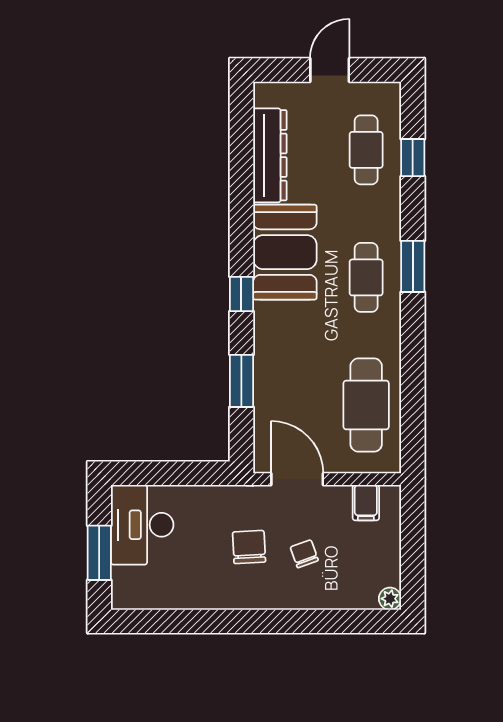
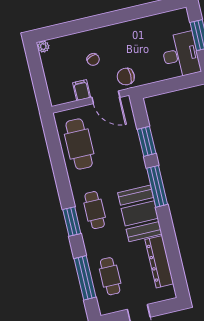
window: (413, 158) -> (85, 278), width x2.17
window: (241, 294) -> (157, 186), width x2.17
filing cabinet: (366, 503) -> (82, 90), moved
chair: (249, 547) -> (126, 77), moved, turned 93

